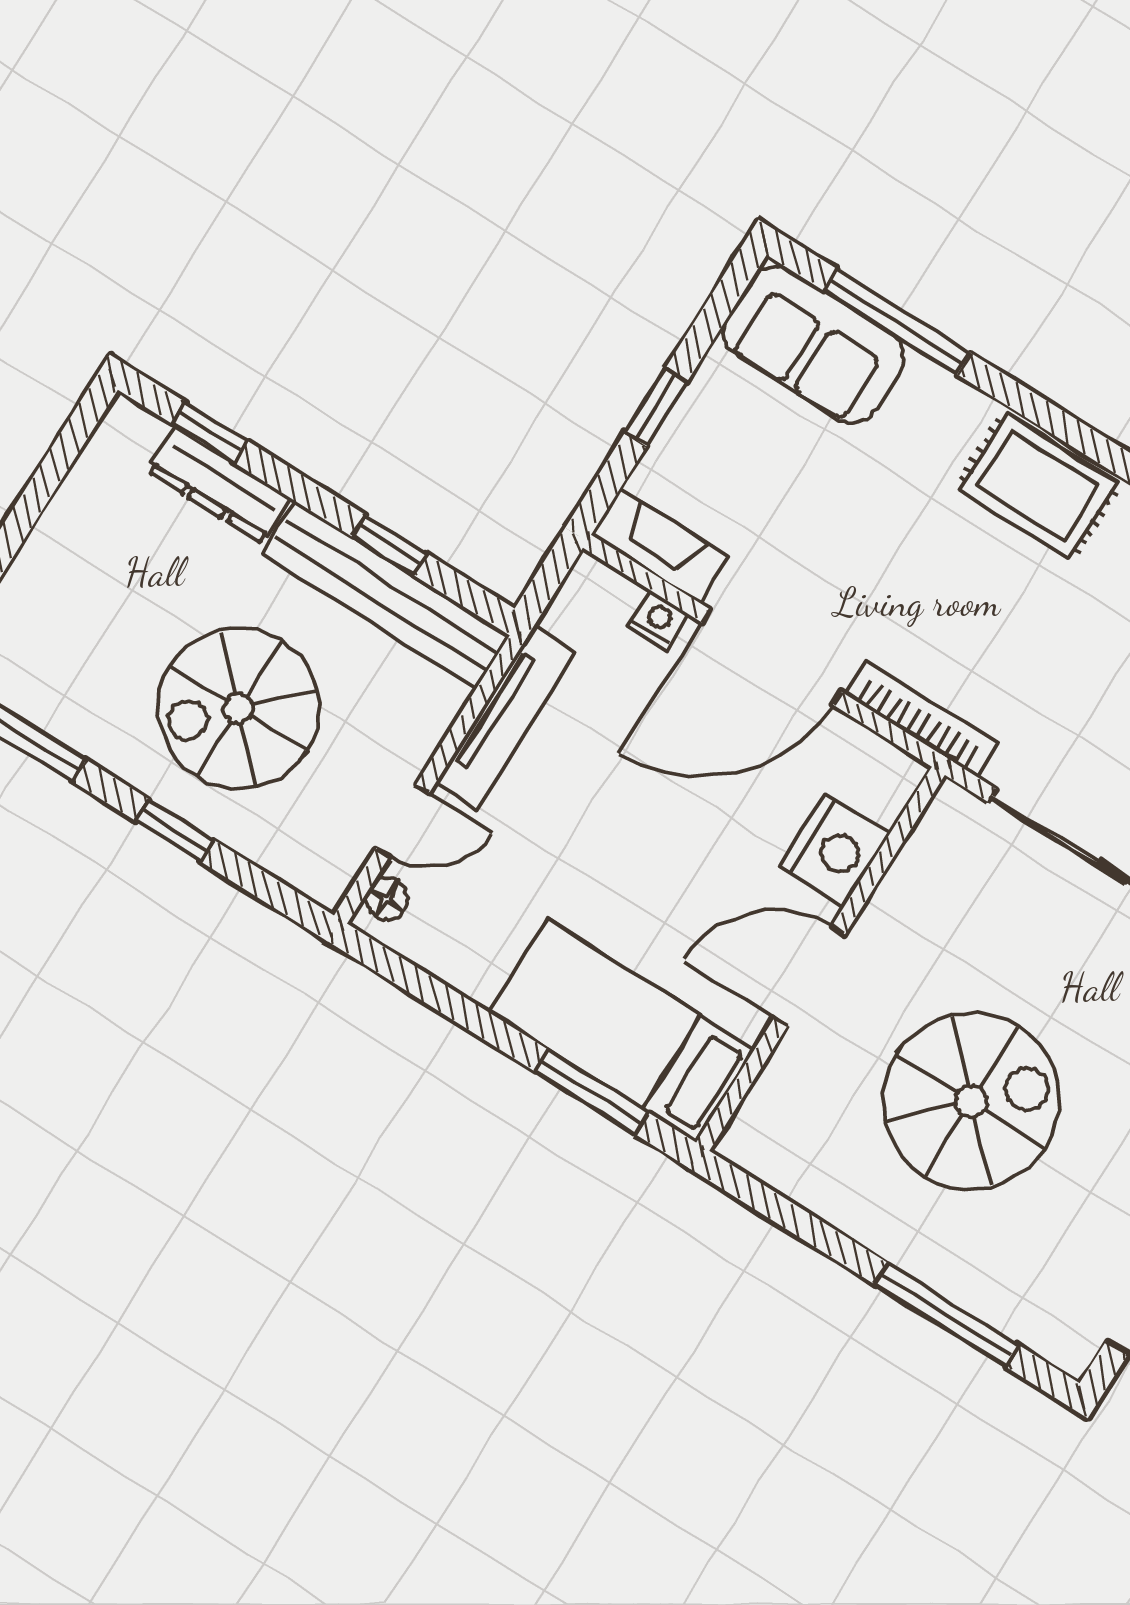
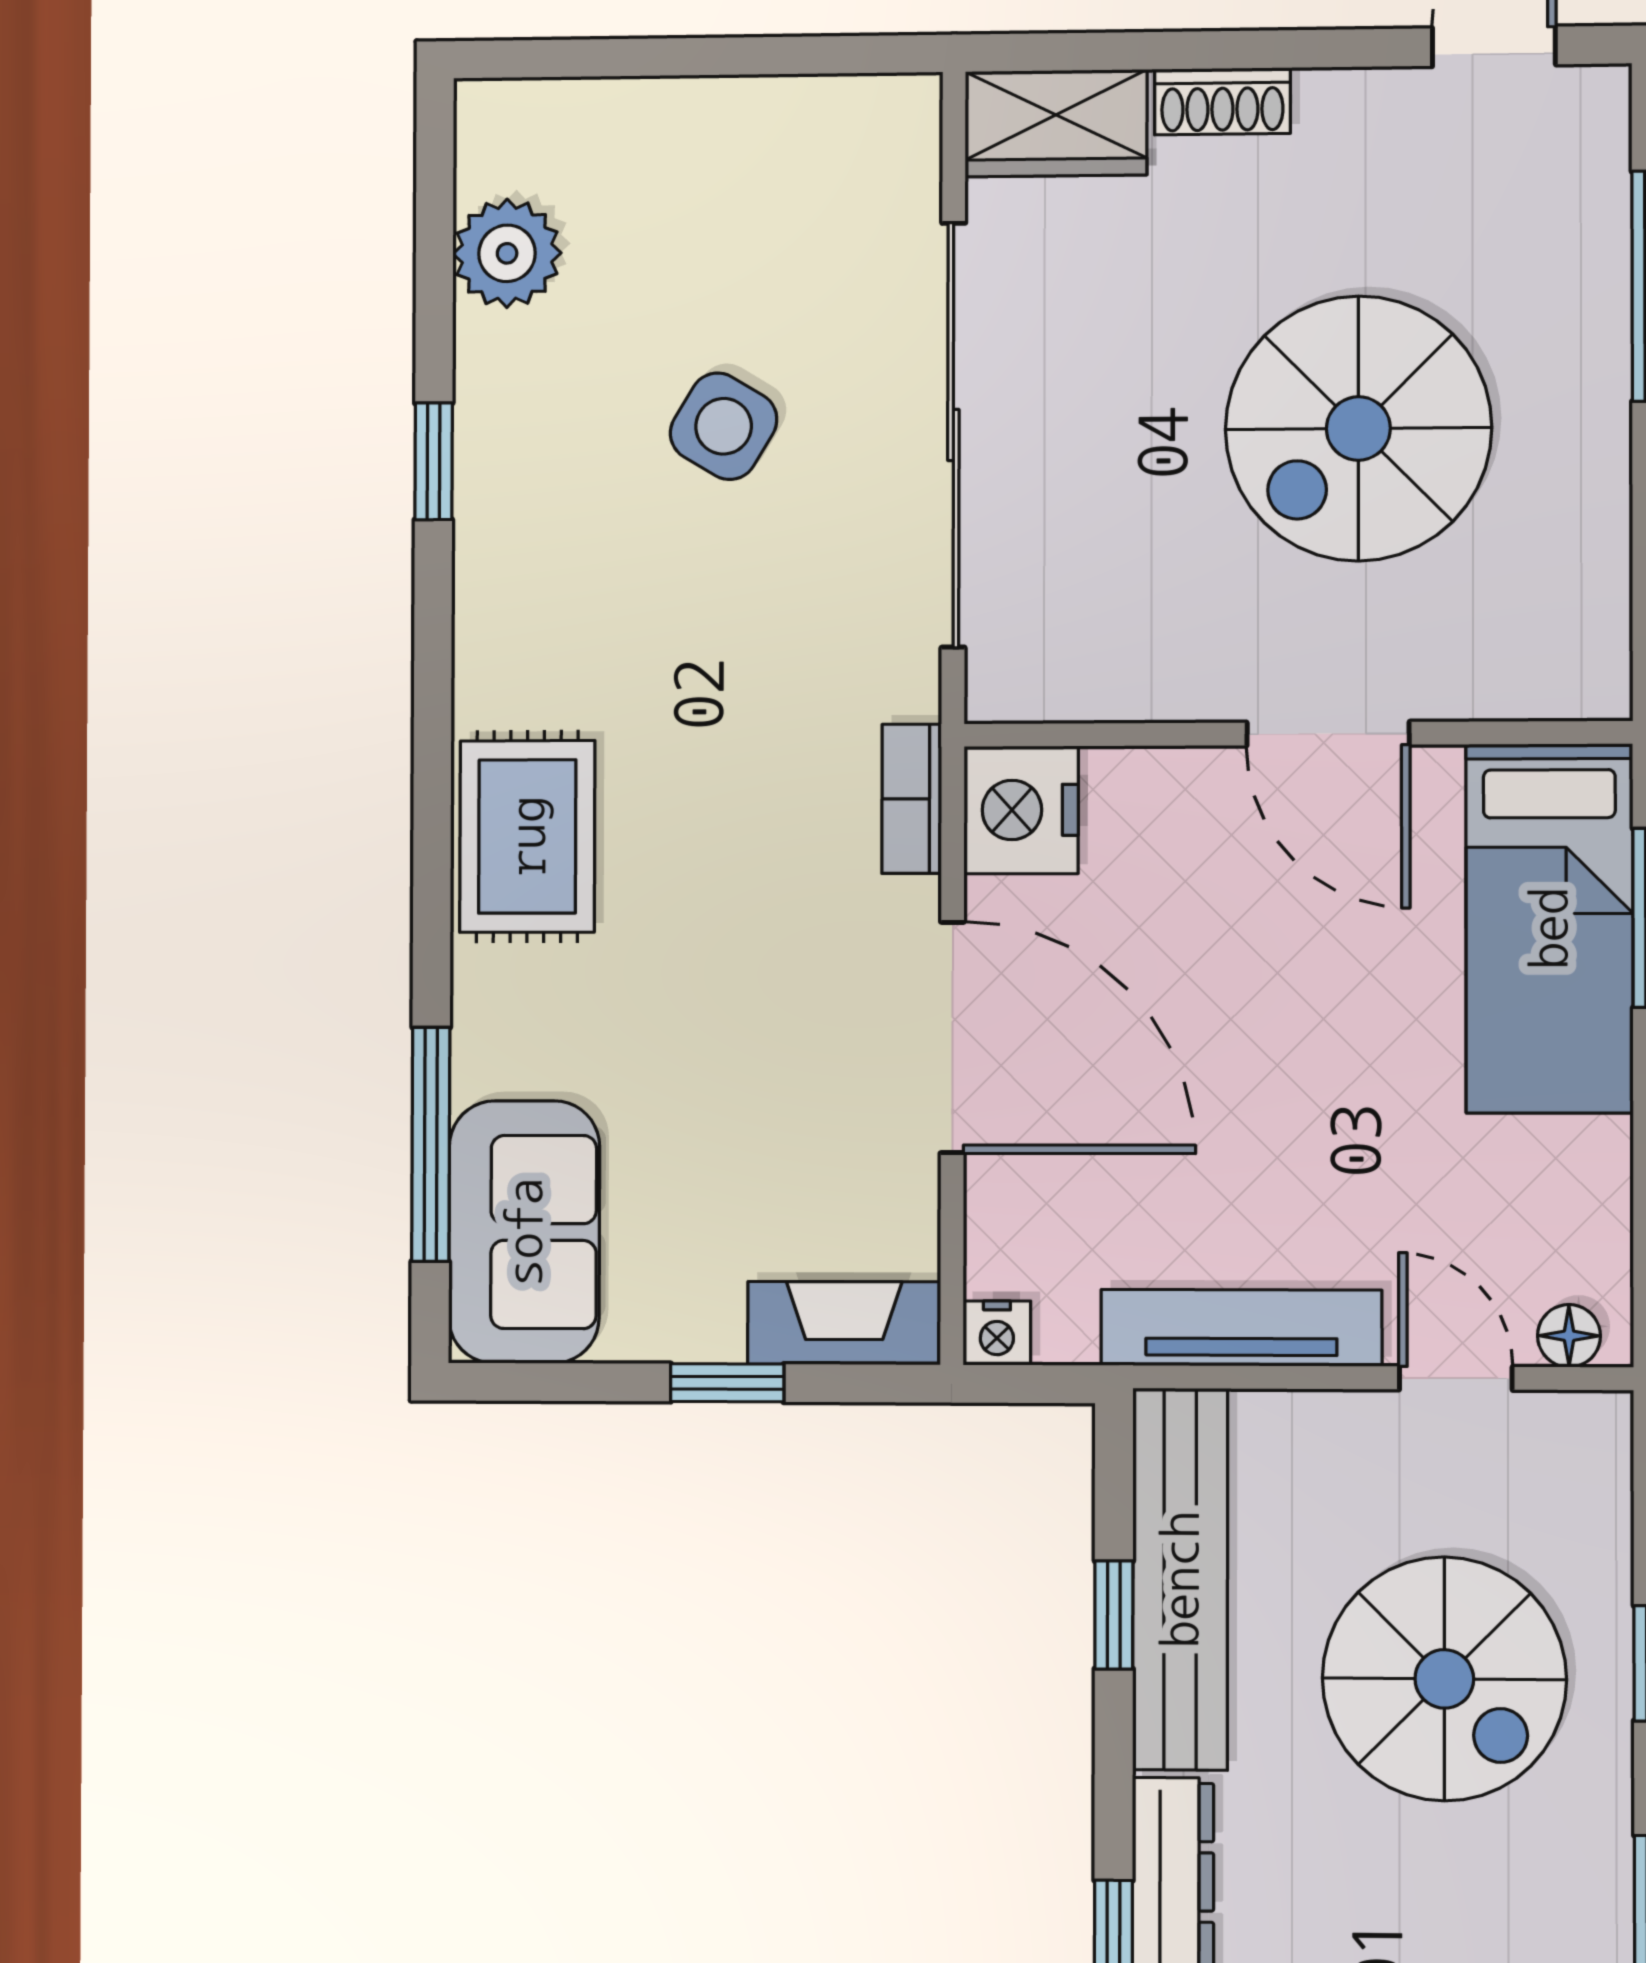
fireplace: (660, 546) -> (844, 1323), moved, turned 90
nightstand: (658, 620) -> (997, 1333), moved, turned -90
bookcase: (921, 719) -> (912, 799), width x0.64
nightstand: (835, 850) -> (1021, 810), moved, turned -90
spiral stairs: (971, 1101) -> (1358, 428), turned -90

